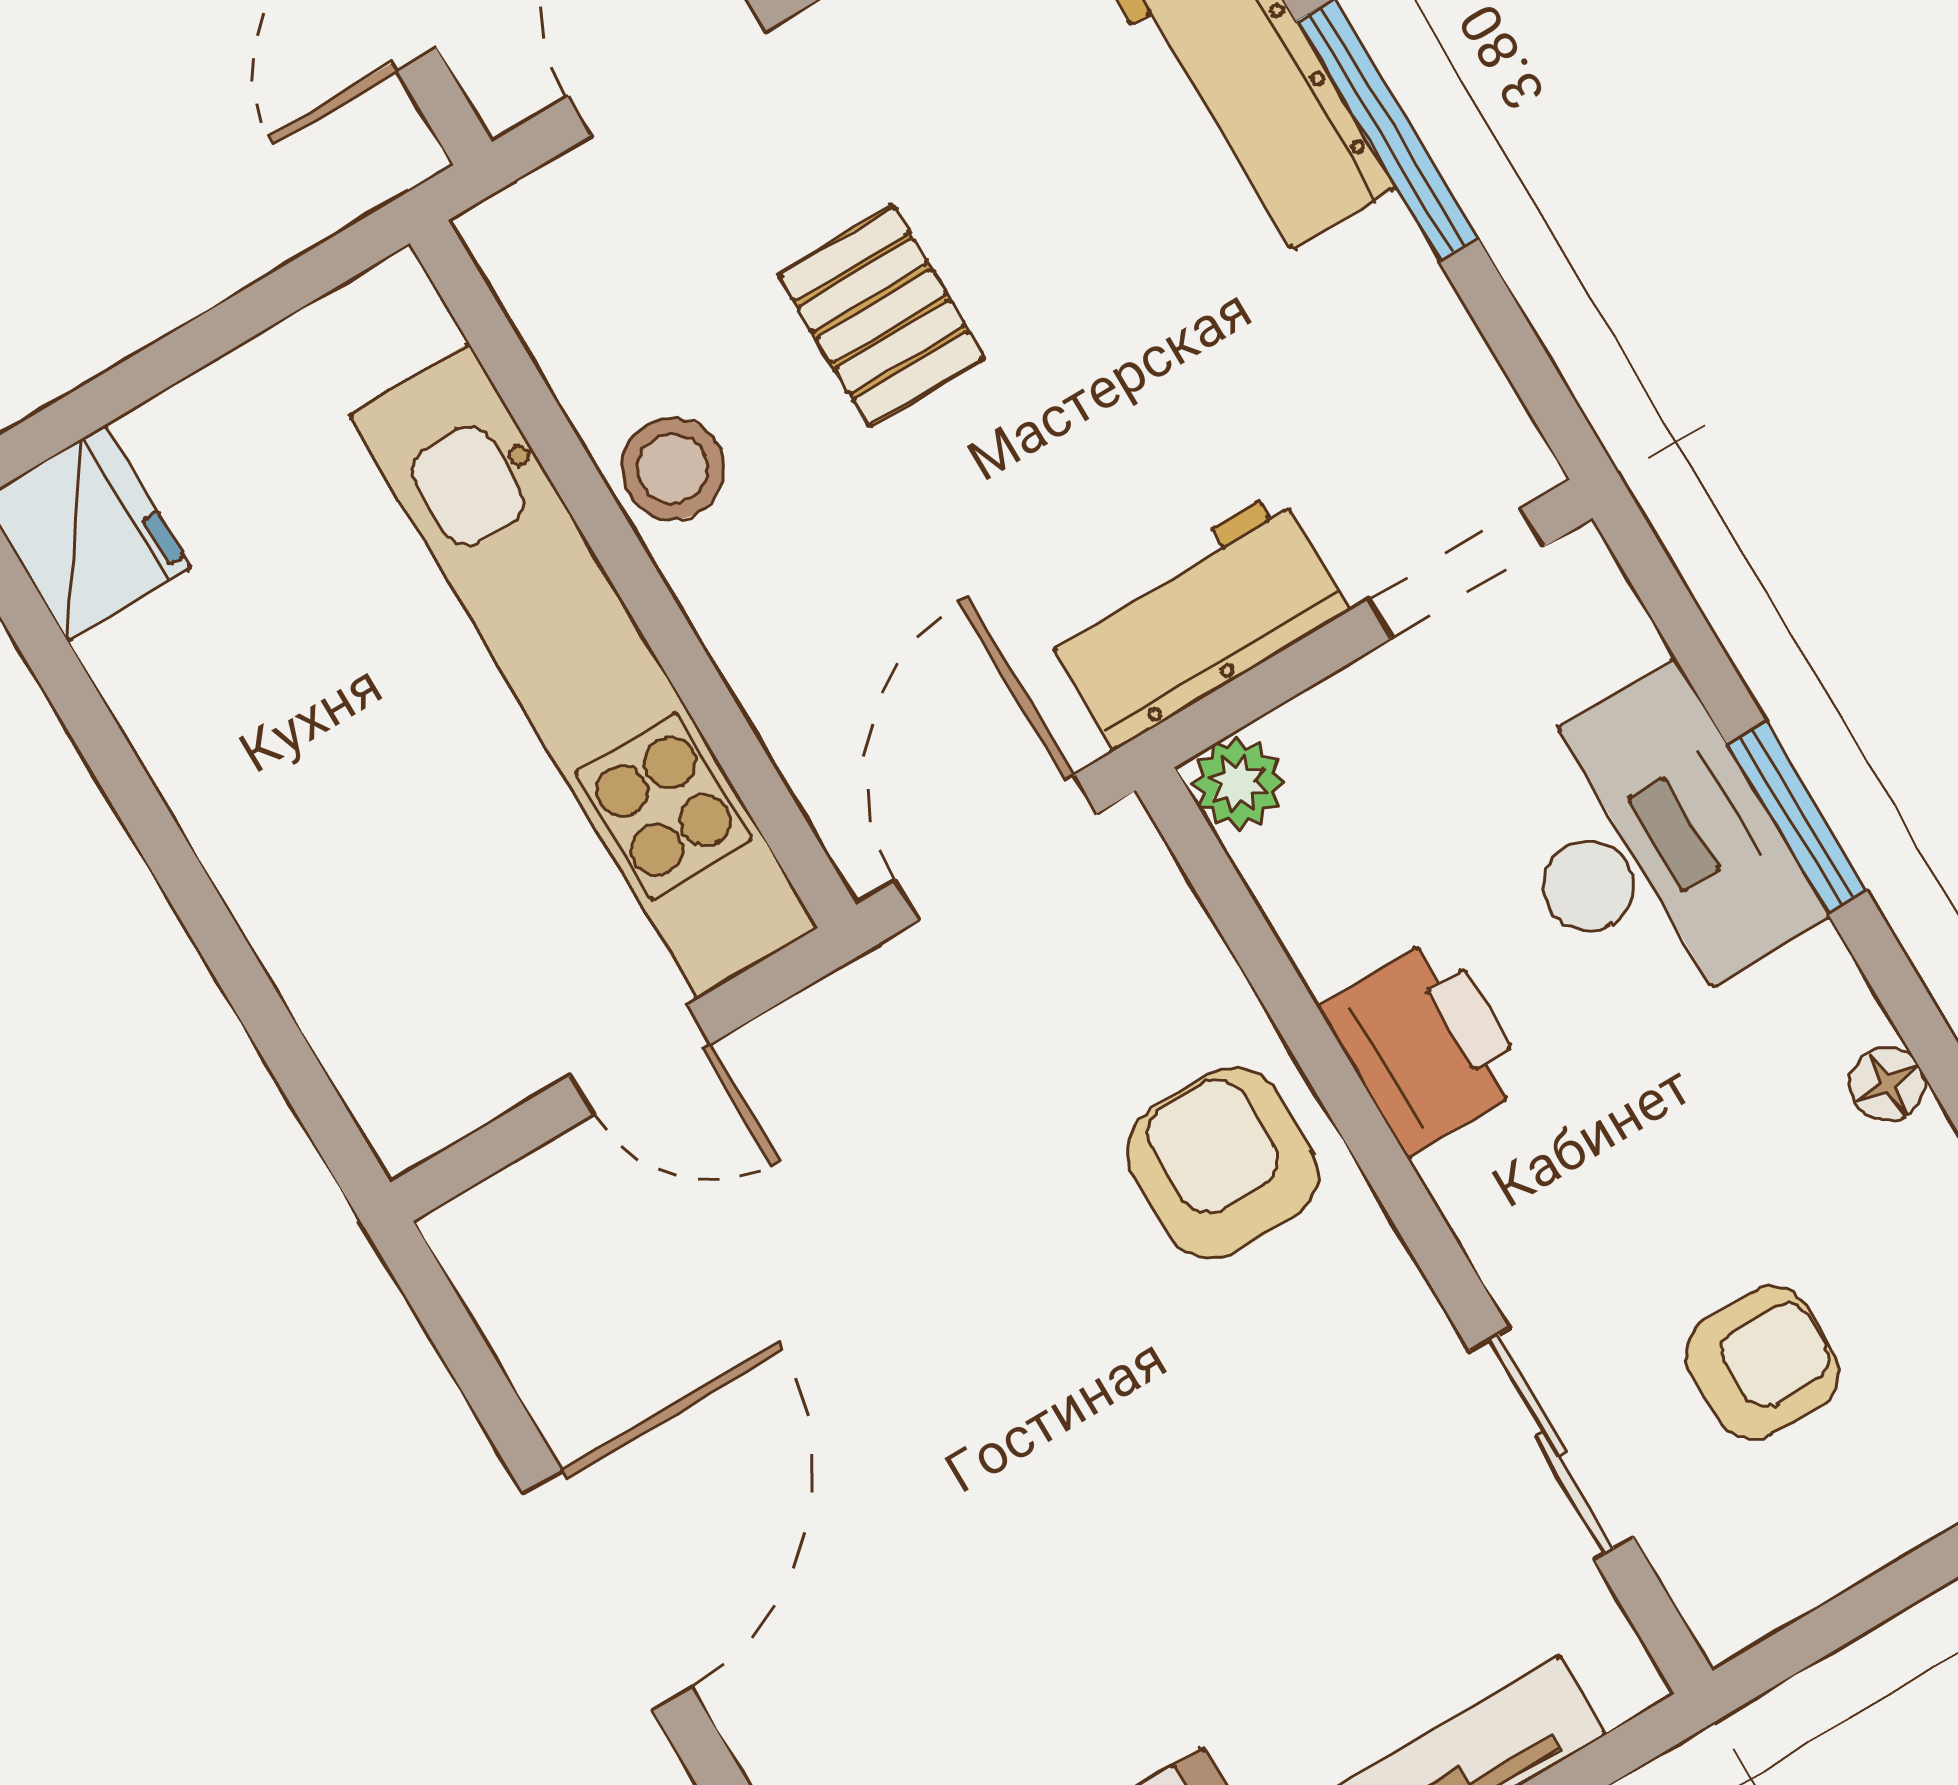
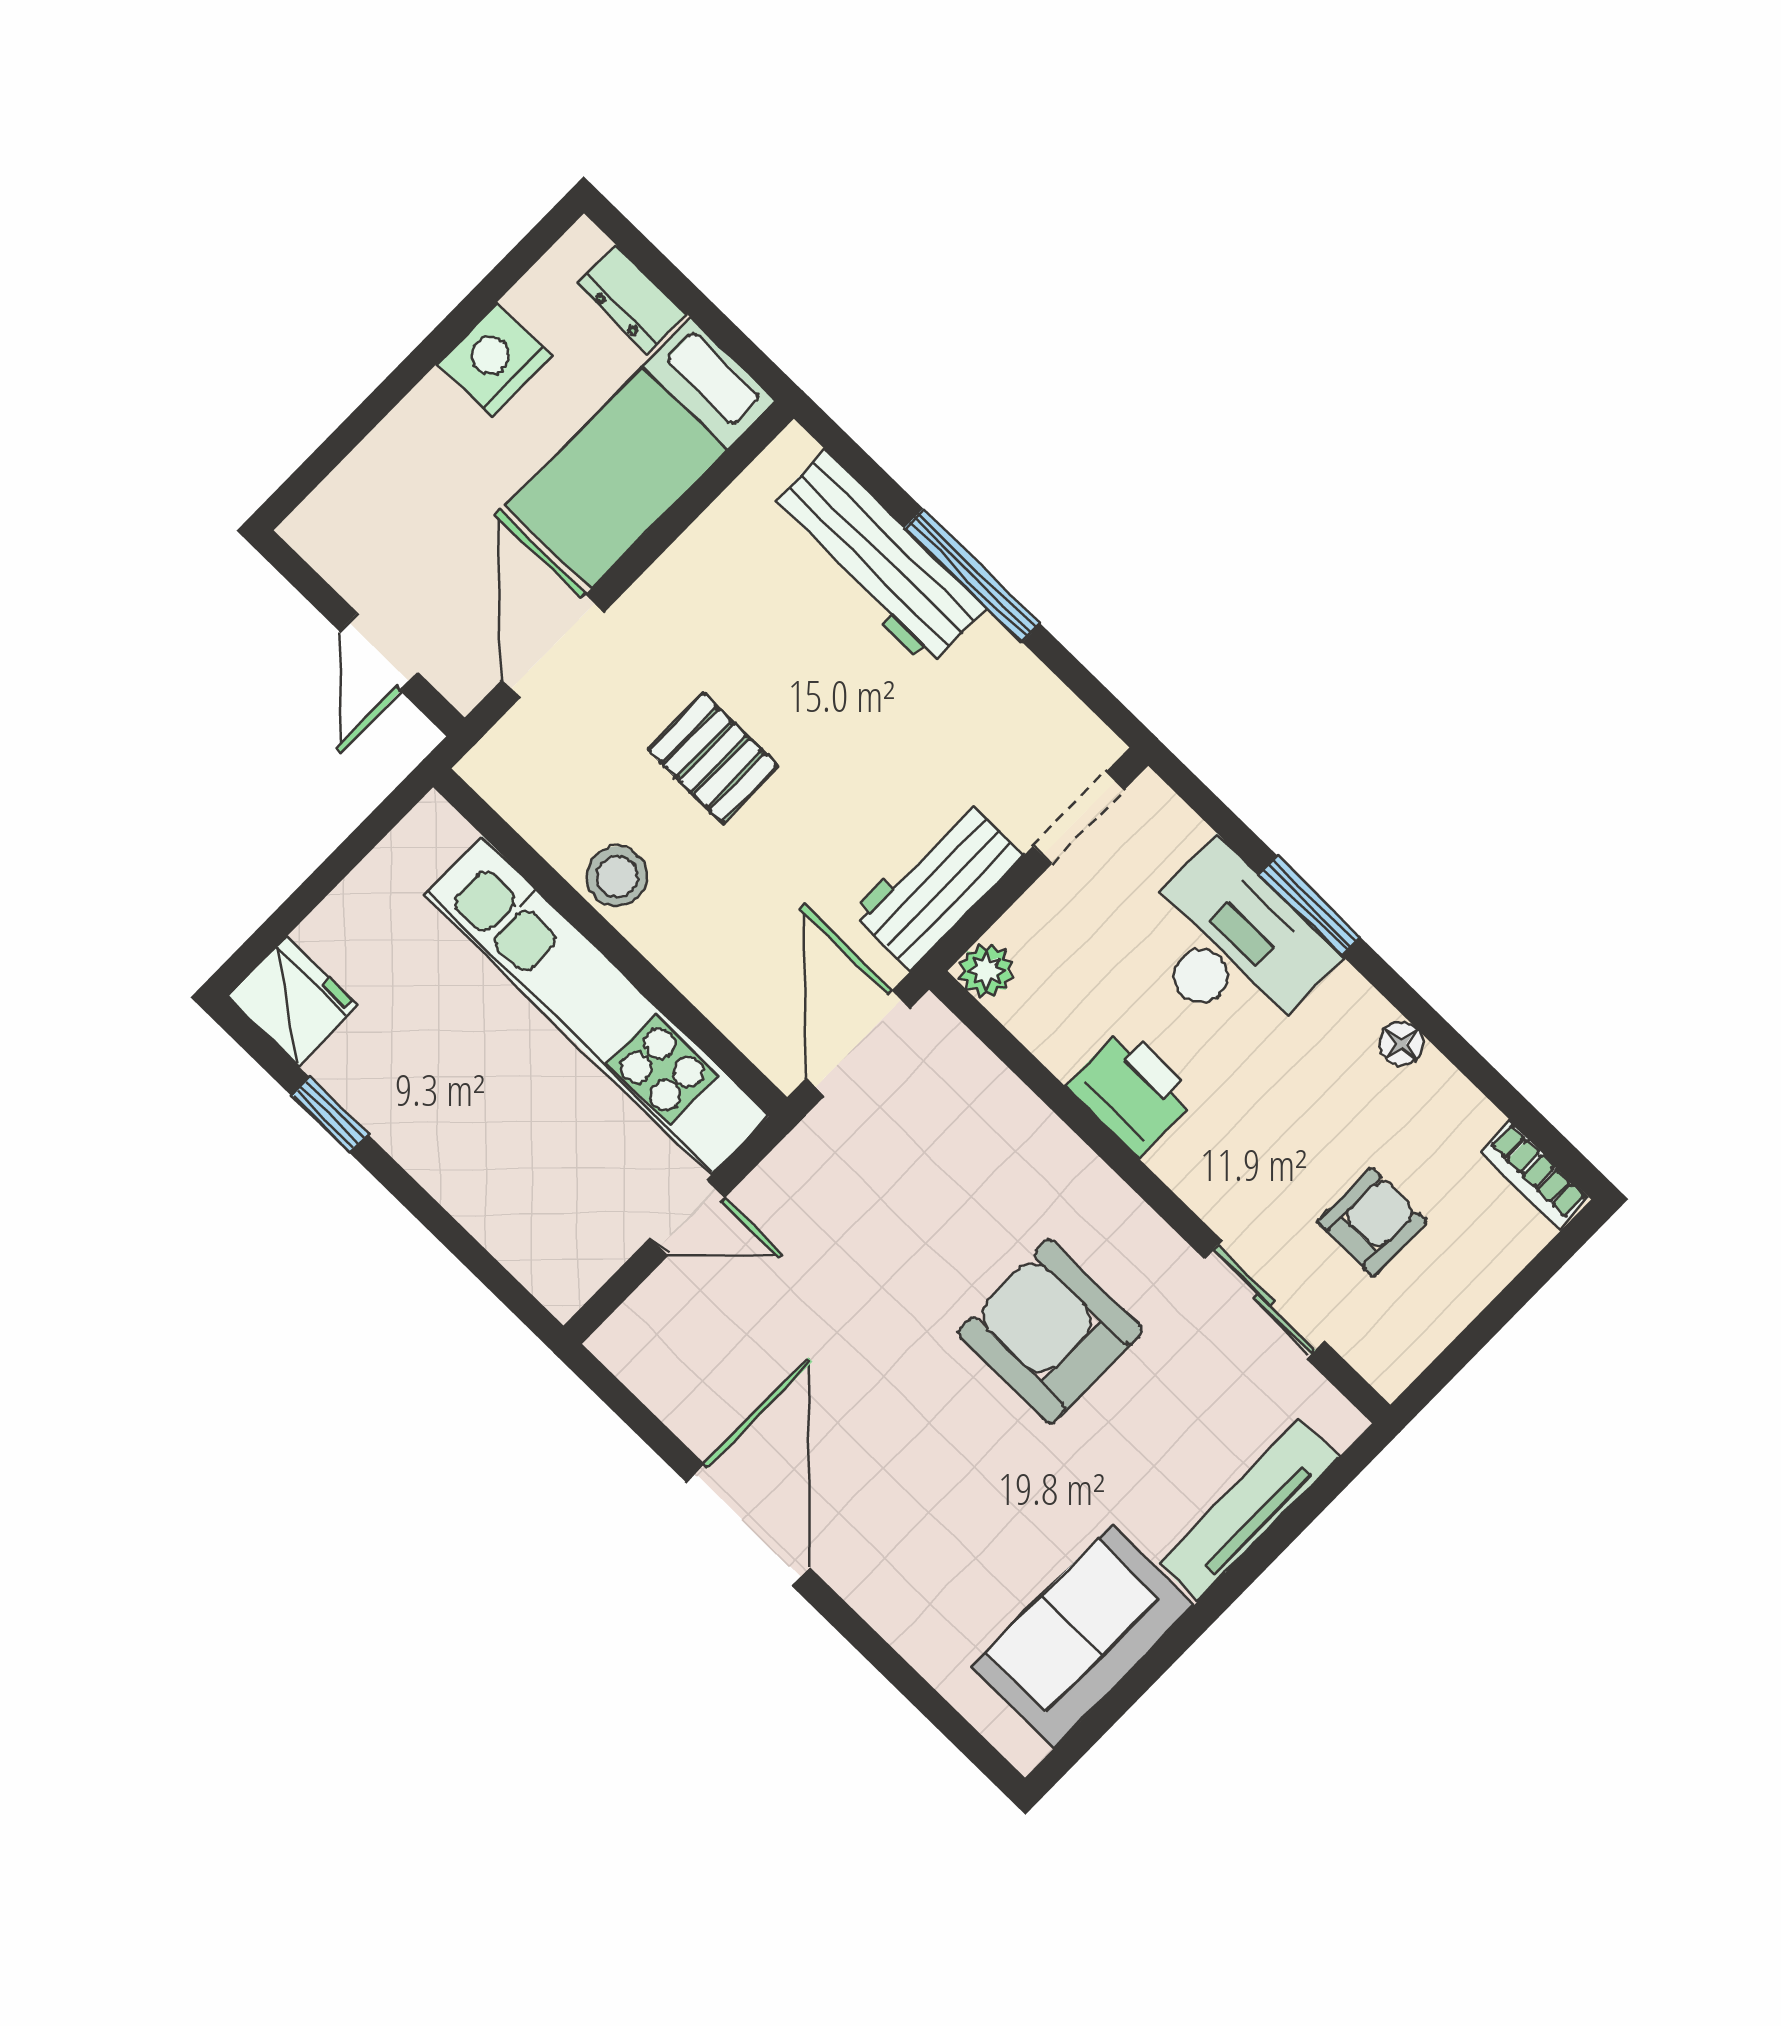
window: (98, 737) -> (330, 1115), added
armchair: (1223, 1163) -> (1050, 1331), moved, width x1.36, depth x1.36

